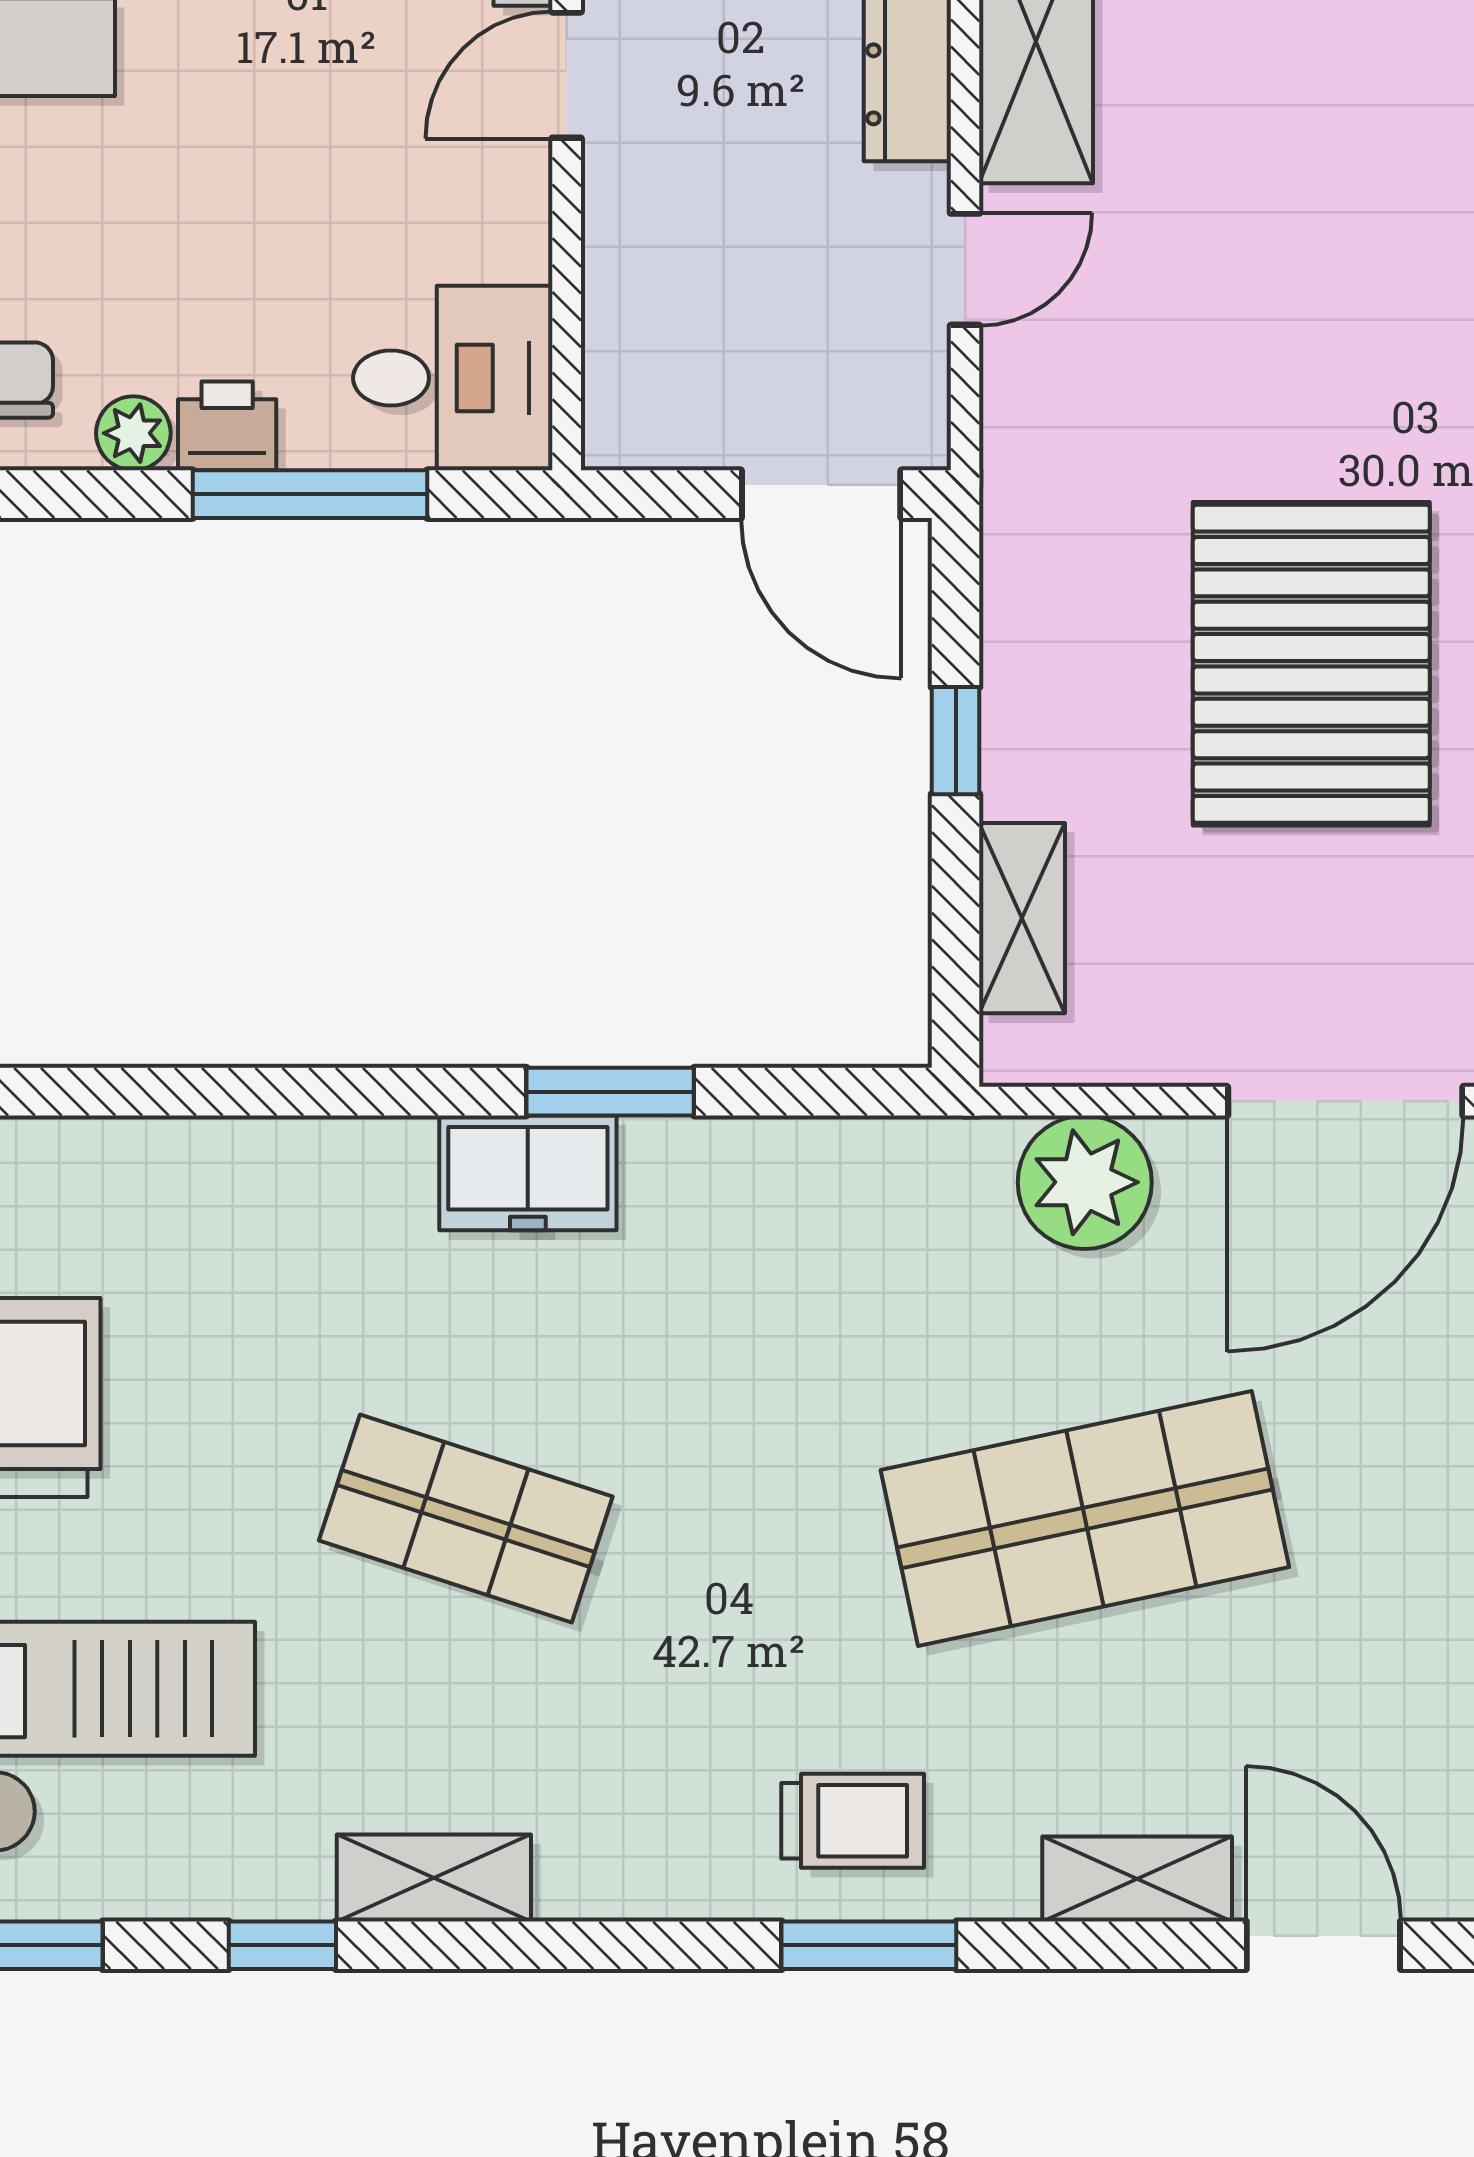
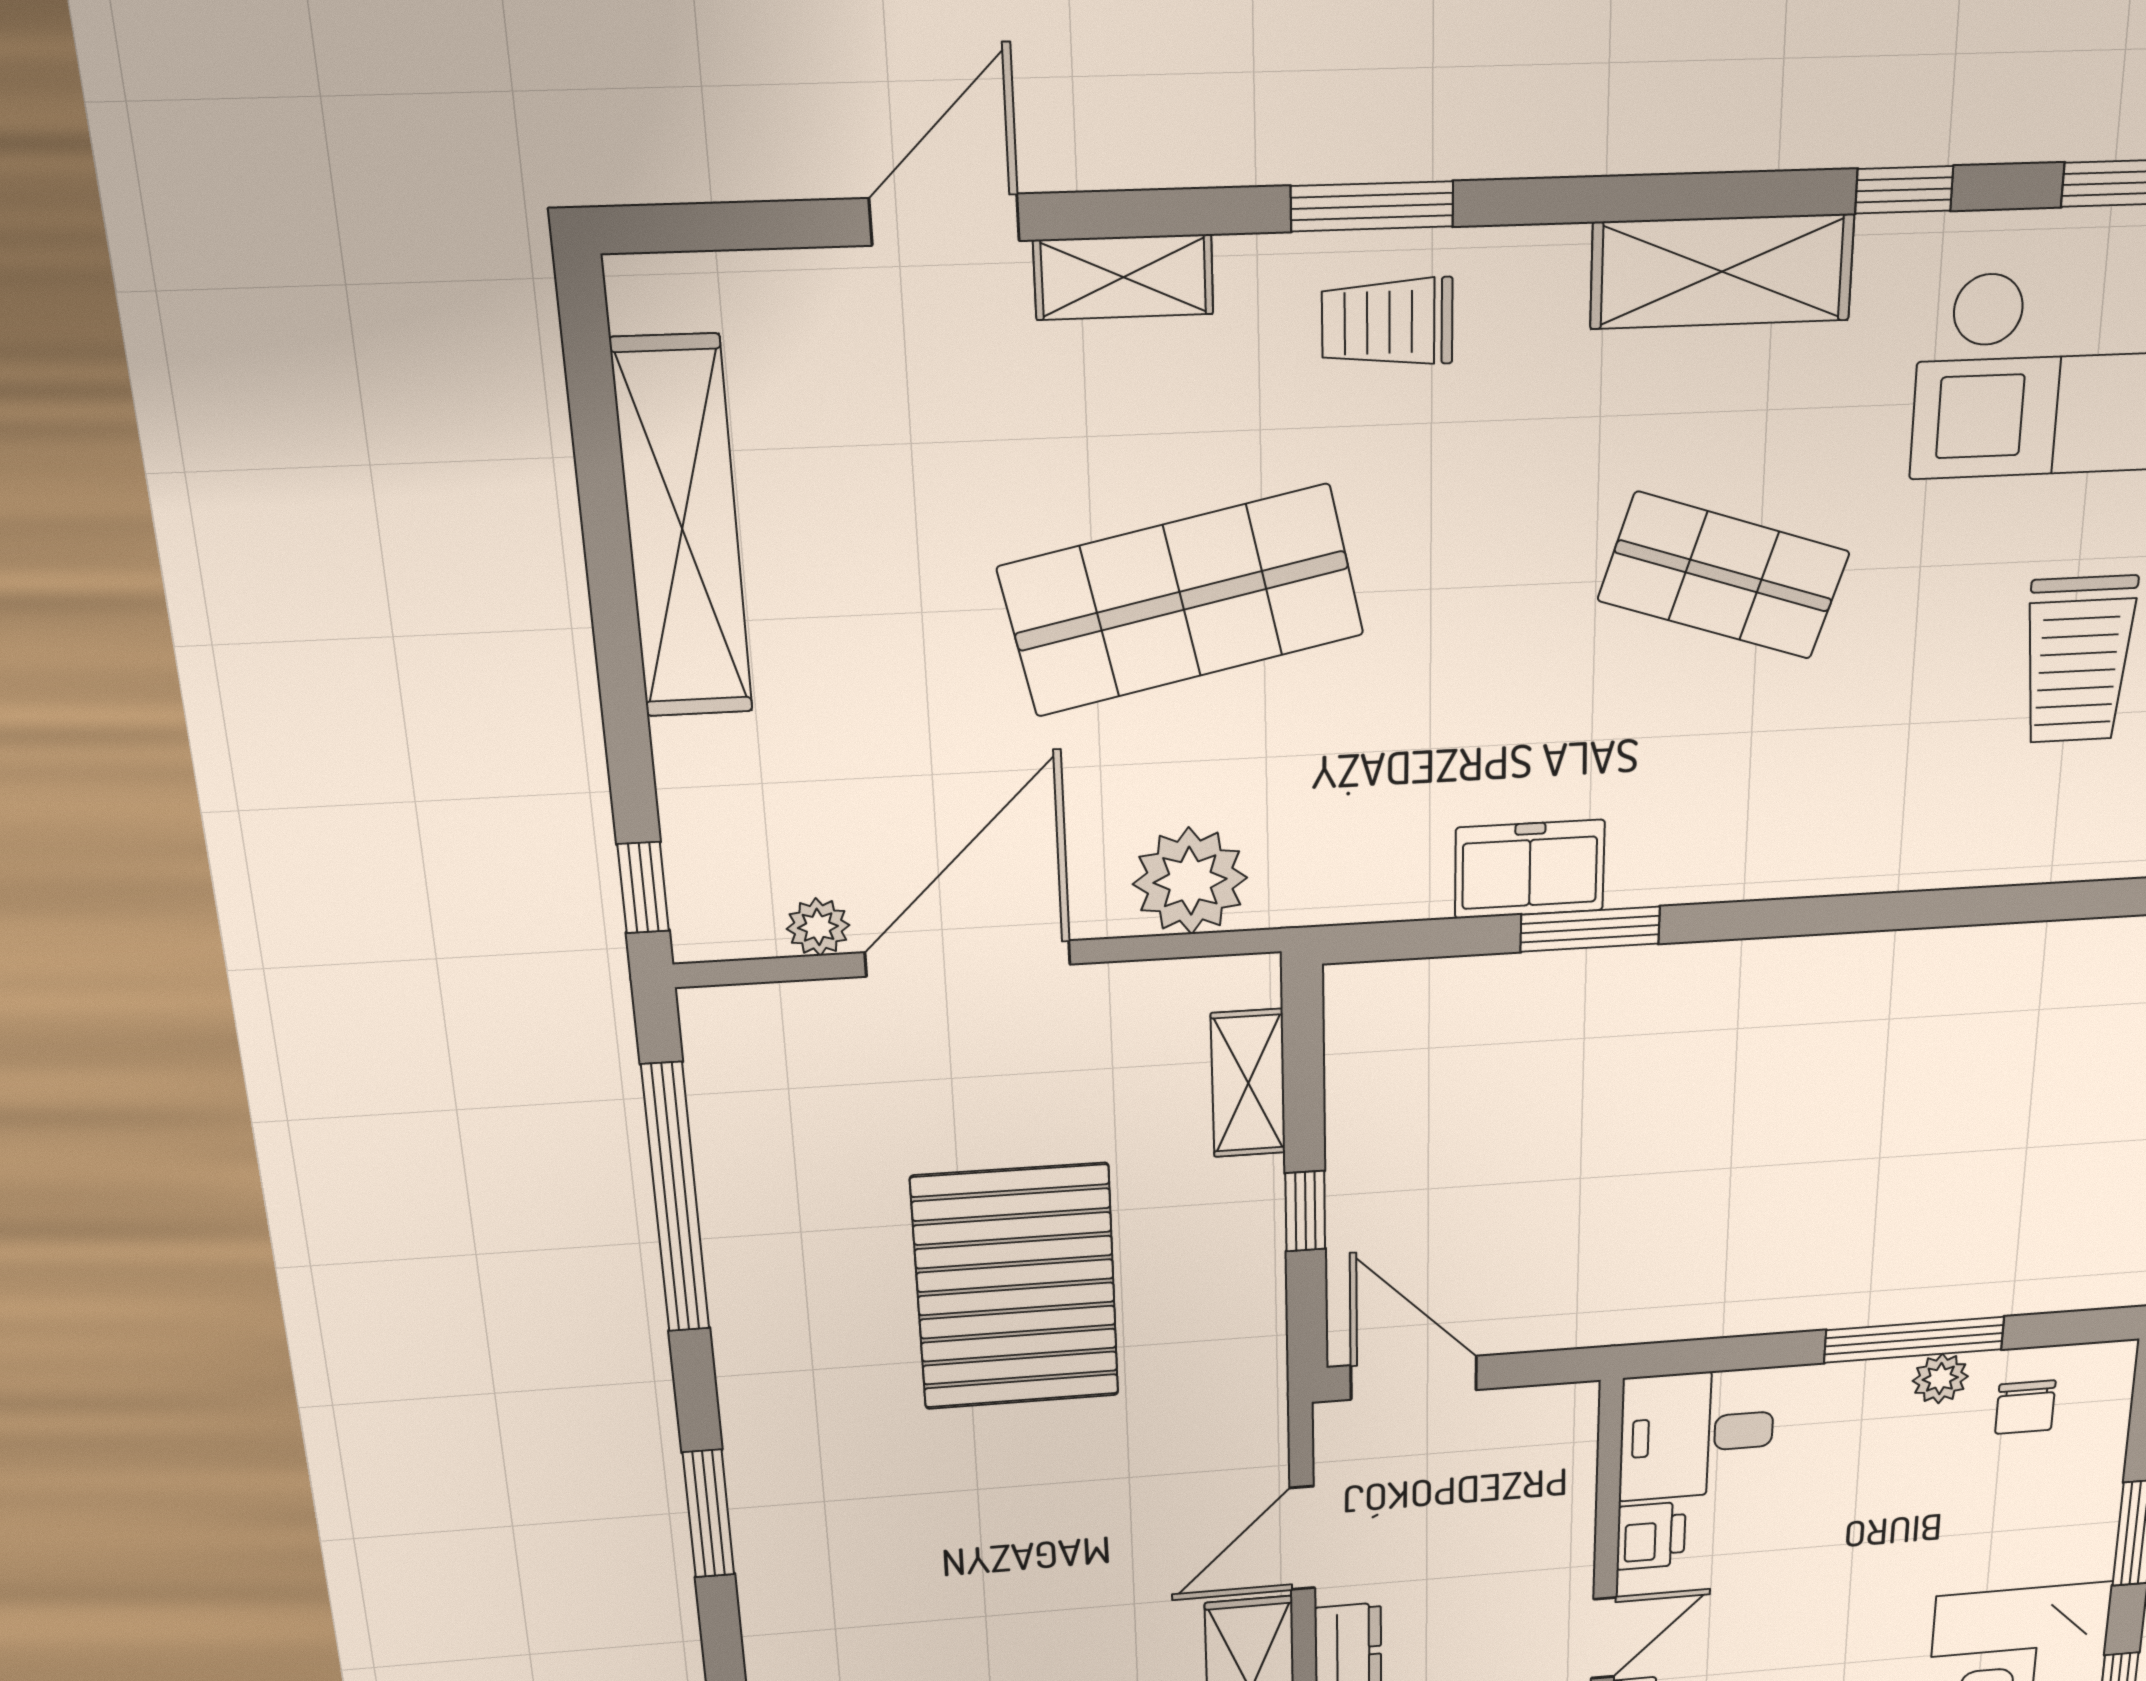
door: (965, 269) -> (1302, 1538), width x1.38
printer: (227, 426) -> (1651, 1536), moved, turned -90
window: (310, 494) -> (1914, 1340), moved
freezer: (528, 1173) -> (1530, 869), moved
shelving: (434, 1878) -> (1722, 271), width x1.50, depth x1.33
door: (1323, 1945) -> (944, 220), swing flipped

